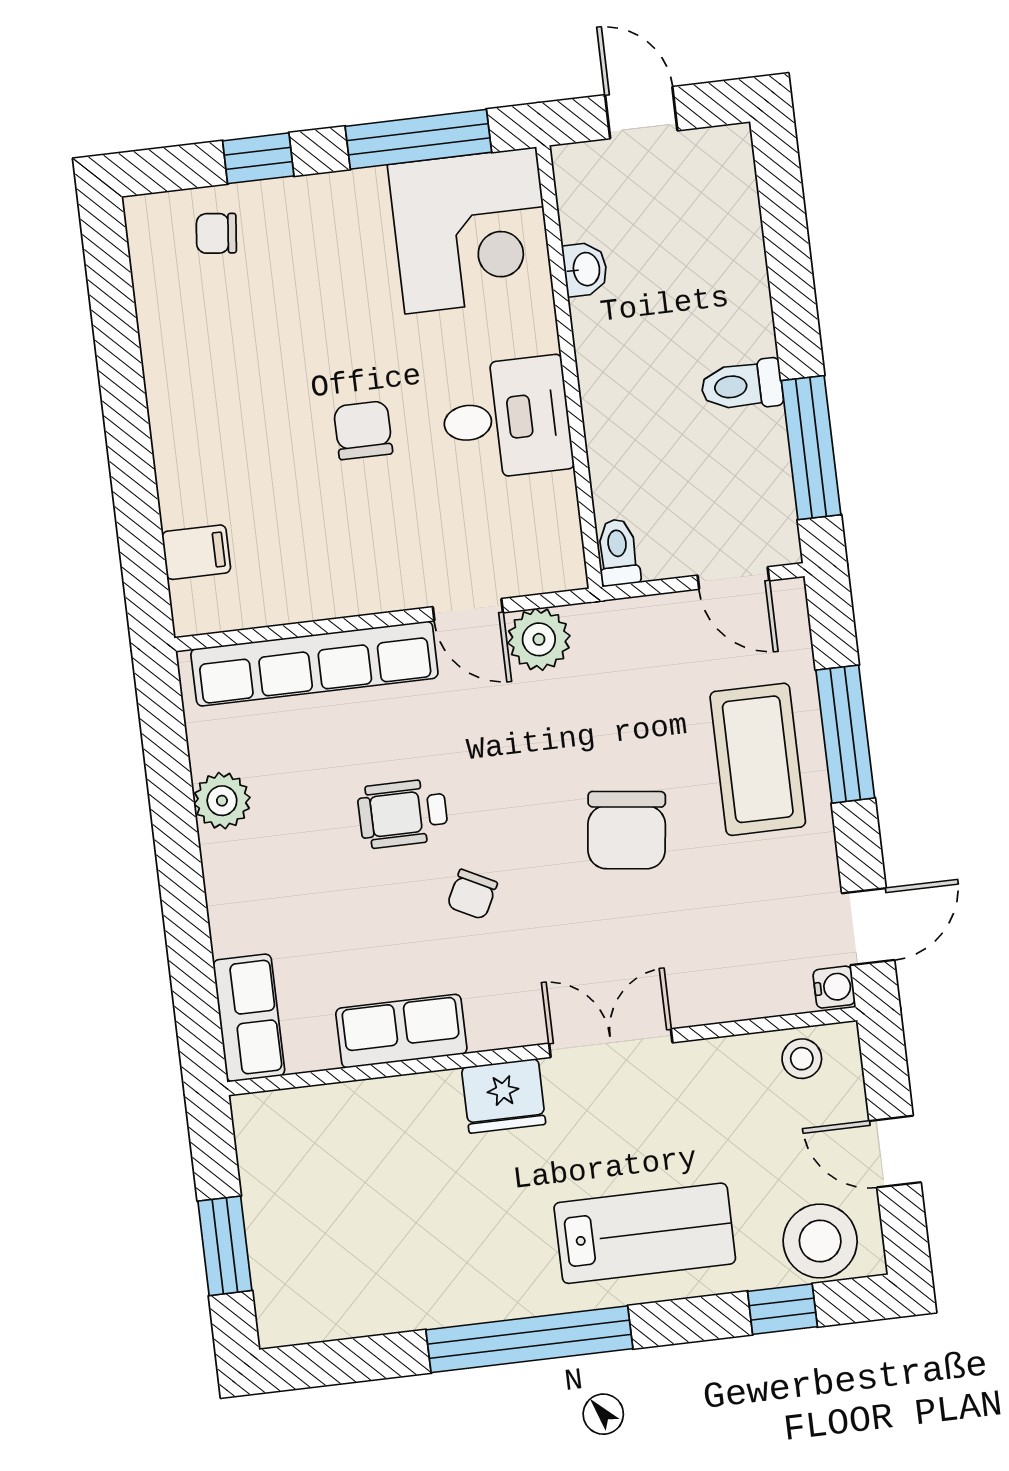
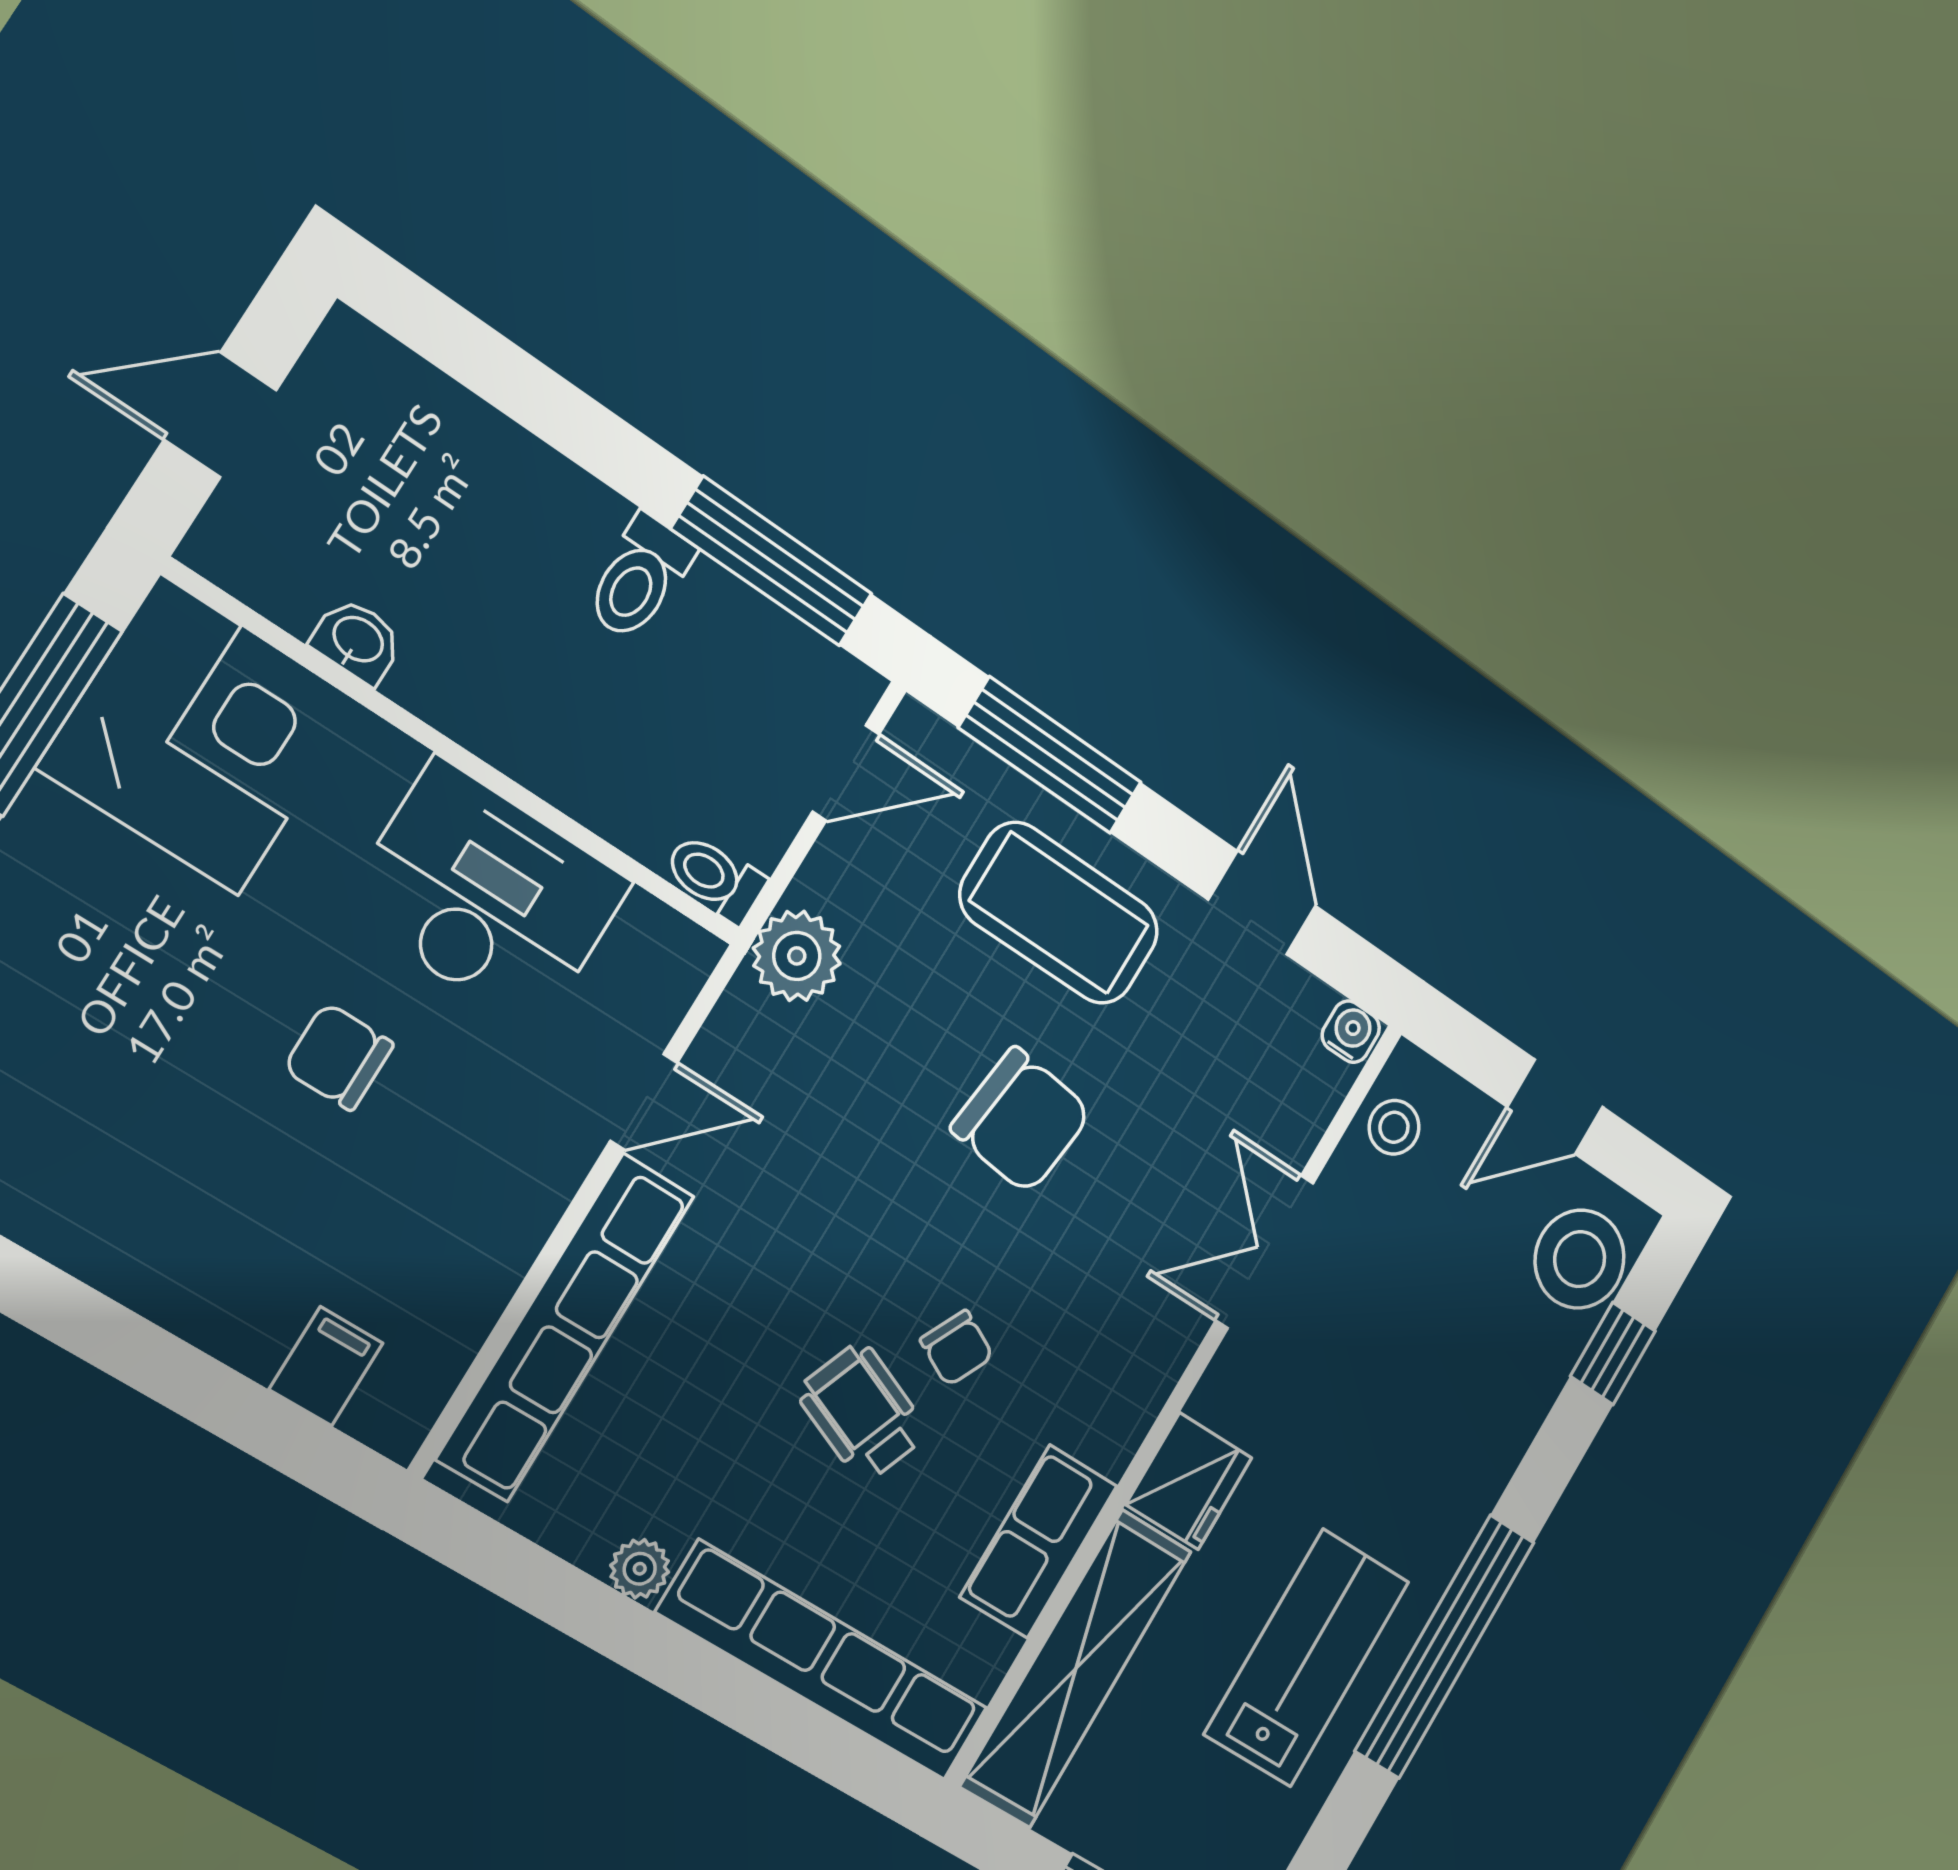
desk: (506, 418) -> (487, 896), width x1.37
plant: (539, 639) -> (797, 956), moved
window: (845, 734) -> (1050, 755), moved
plant: (222, 801) -> (640, 1569), width x0.73, depth x0.73
wheelchair: (403, 813) -> (862, 1412), moved, turned 112
door: (868, 927) -> (1262, 903), moved
row of seats: (249, 1018) -> (823, 1661), width x2.02
double door: (611, 1043) -> (1265, 1252), moved
shelving: (347, 1113) -> (1076, 1669), added
lab bench: (645, 1233) -> (1307, 1658), moved

